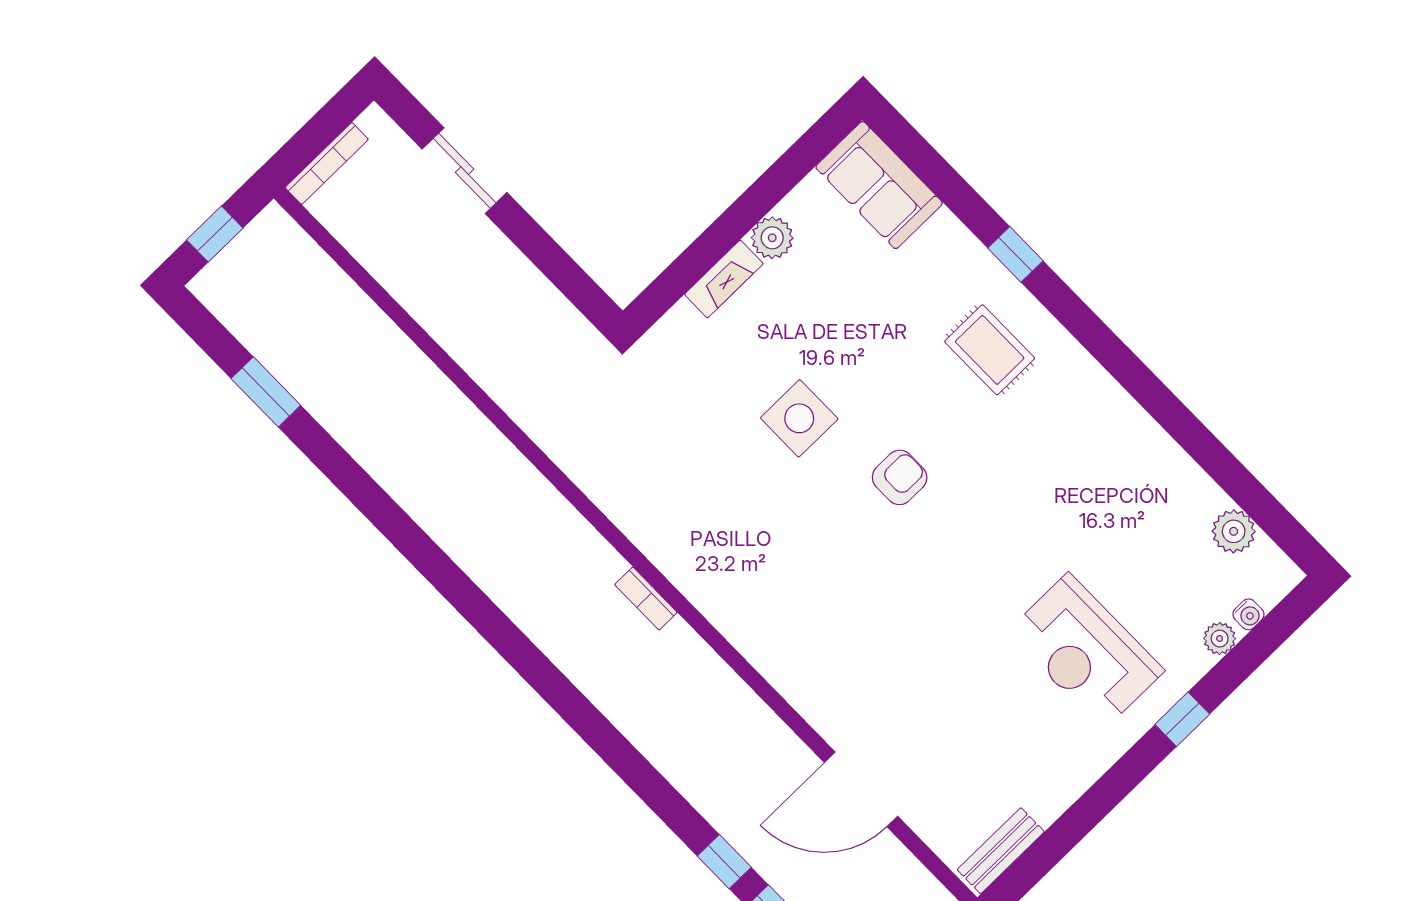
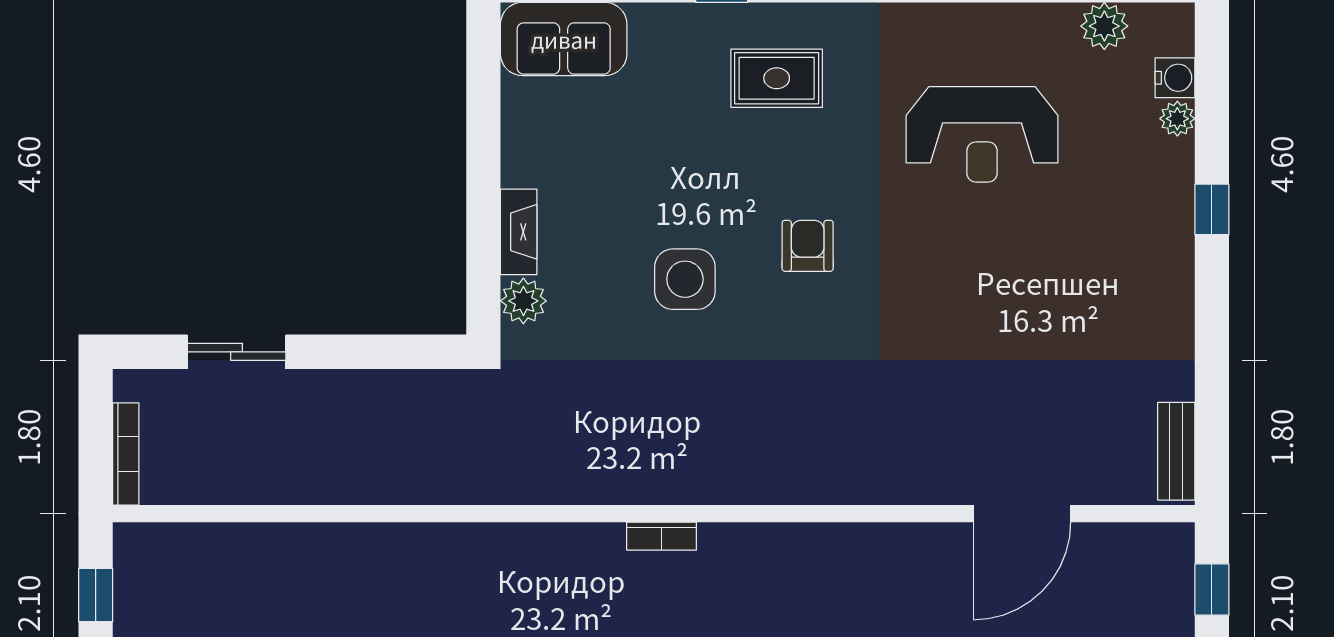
plant: (772, 238) -> (523, 301), moved
bookcase: (646, 598) -> (662, 536), moved
water cooler: (1248, 614) -> (1175, 78), width x1.38, depth x1.38
reception desk: (1086, 651) -> (982, 134), moved

